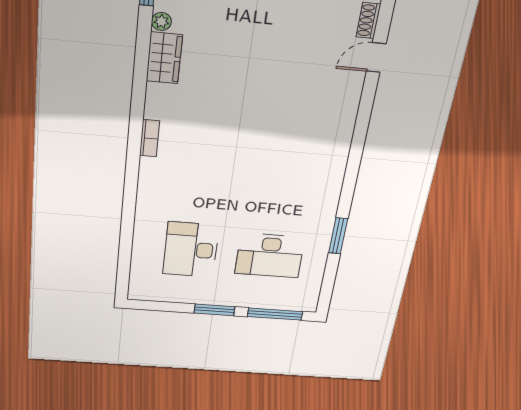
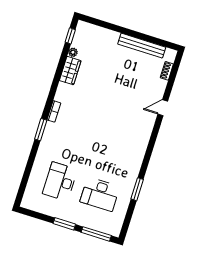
door: (376, 58) -> (163, 108), moved
window: (132, 174) -> (41, 130), added

